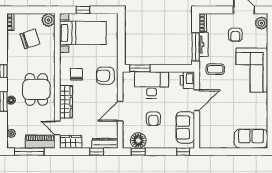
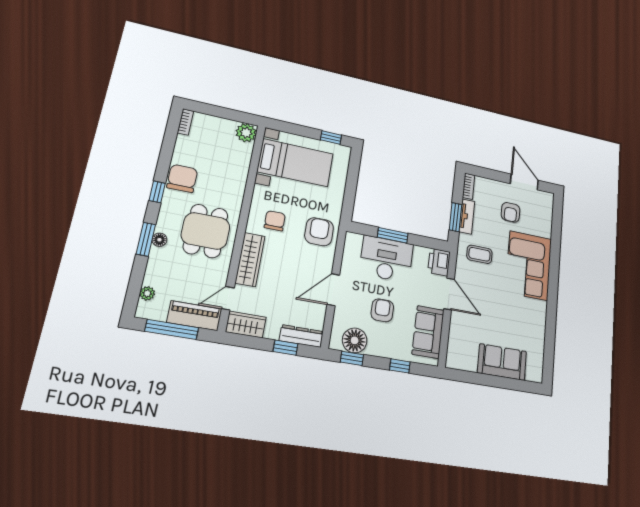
window: (83, 10) -> (331, 137), moved
plant: (261, 23) -> (546, 204), removed
chair: (30, 39) -> (182, 178), moved, turned -72
window: (196, 47) -> (456, 217), width x0.69
window: (140, 68) -> (393, 235), moved
armchair: (105, 76) -> (319, 232), turned 90
door: (197, 100) -> (449, 294), hinge flipped
armchair: (153, 119) -> (382, 310), turned 180
door: (57, 128) -> (228, 298), hinge flipped
sofa: (251, 139) -> (502, 362), moved
window: (183, 152) -> (400, 366), moved

